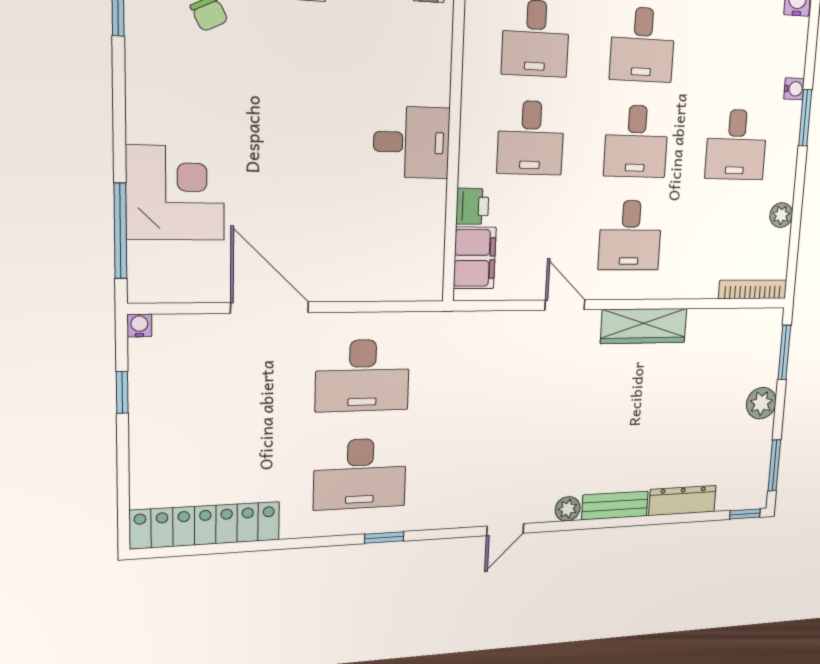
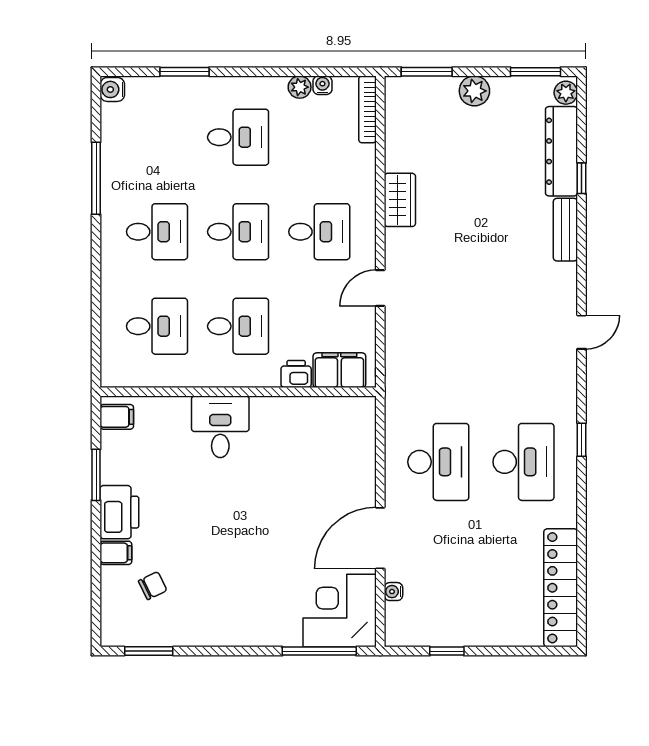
water cooler: (794, 89) -> (322, 85), moved
window: (805, 118) -> (185, 72), moved
desk: (412, 142) -> (220, 427), moved
corner desk: (175, 193) -> (340, 611), moved
water cooler: (139, 325) -> (393, 592), moved
wardrobe: (644, 326) -> (400, 200), width x0.67
dresser: (682, 501) -> (561, 151), width x1.37, depth x1.24
plant: (568, 509) -> (566, 93), moved
window: (745, 514) -> (582, 178), moved
door: (505, 530) -> (582, 332), hinge flipped

